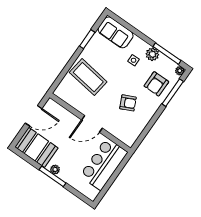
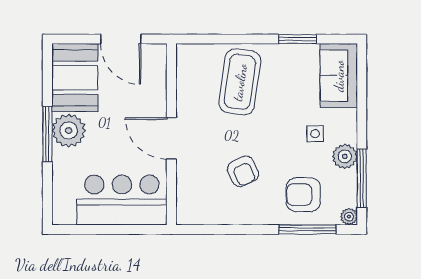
plant: (55, 169) -> (69, 131), width x1.87, depth x1.87

